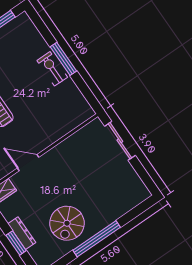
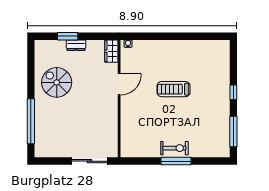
dresser: (22, 233) -> (76, 45), width x0.70
window: (97, 239) -> (31, 121), moved

